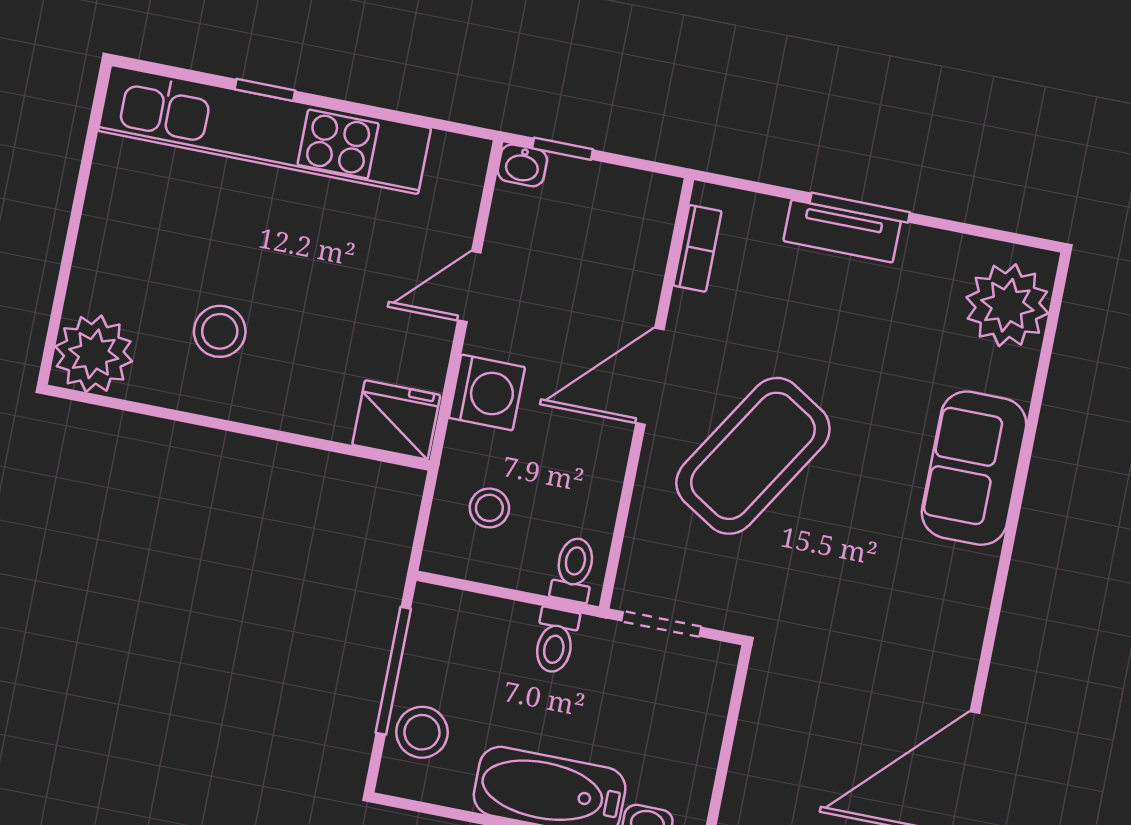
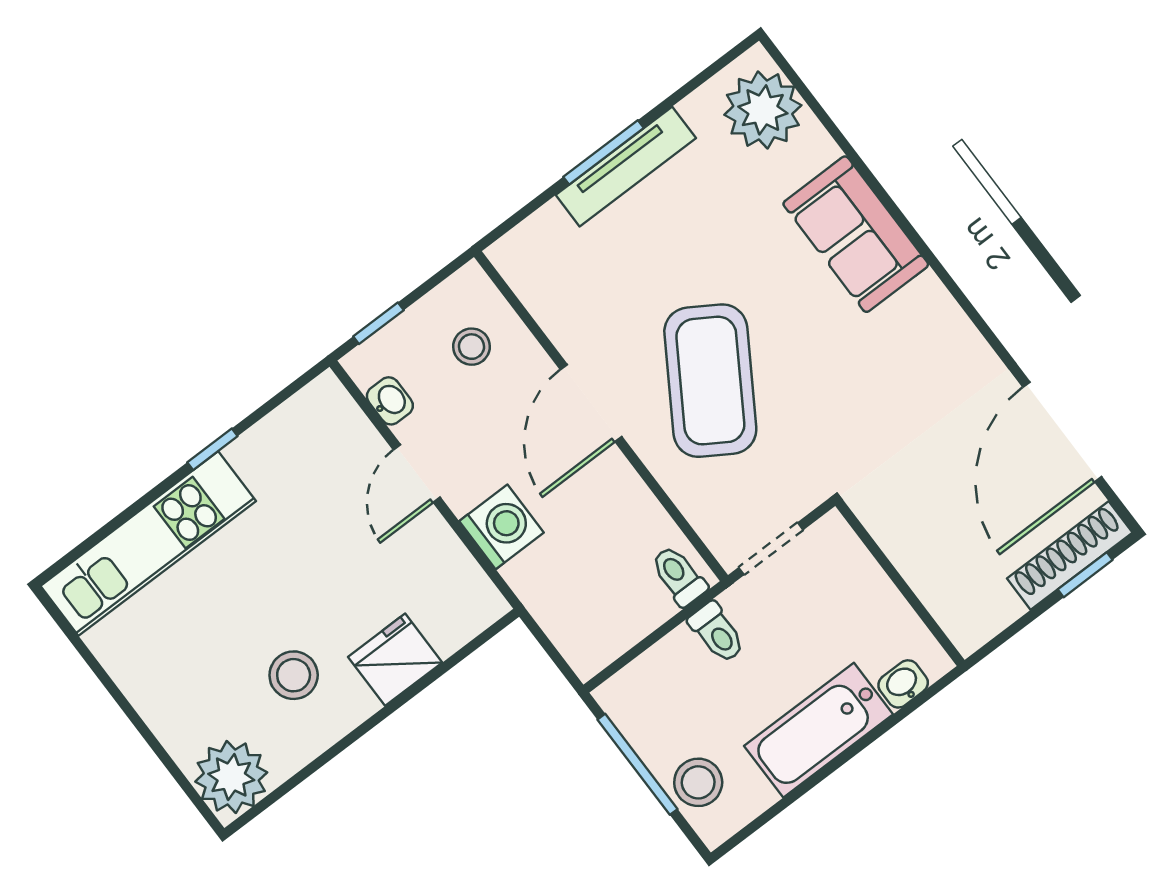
window: (265, 90) -> (212, 449), moved
kitchen unit: (264, 129) -> (148, 544), width x0.73
washbasin: (522, 165) -> (390, 401), moved, turned -90
tv unit: (842, 231) -> (626, 167), width x1.41
bookcase: (697, 248) -> (531, 291), removed
fridge: (396, 420) -> (395, 660), moved
stool: (489, 508) -> (472, 347), moved

